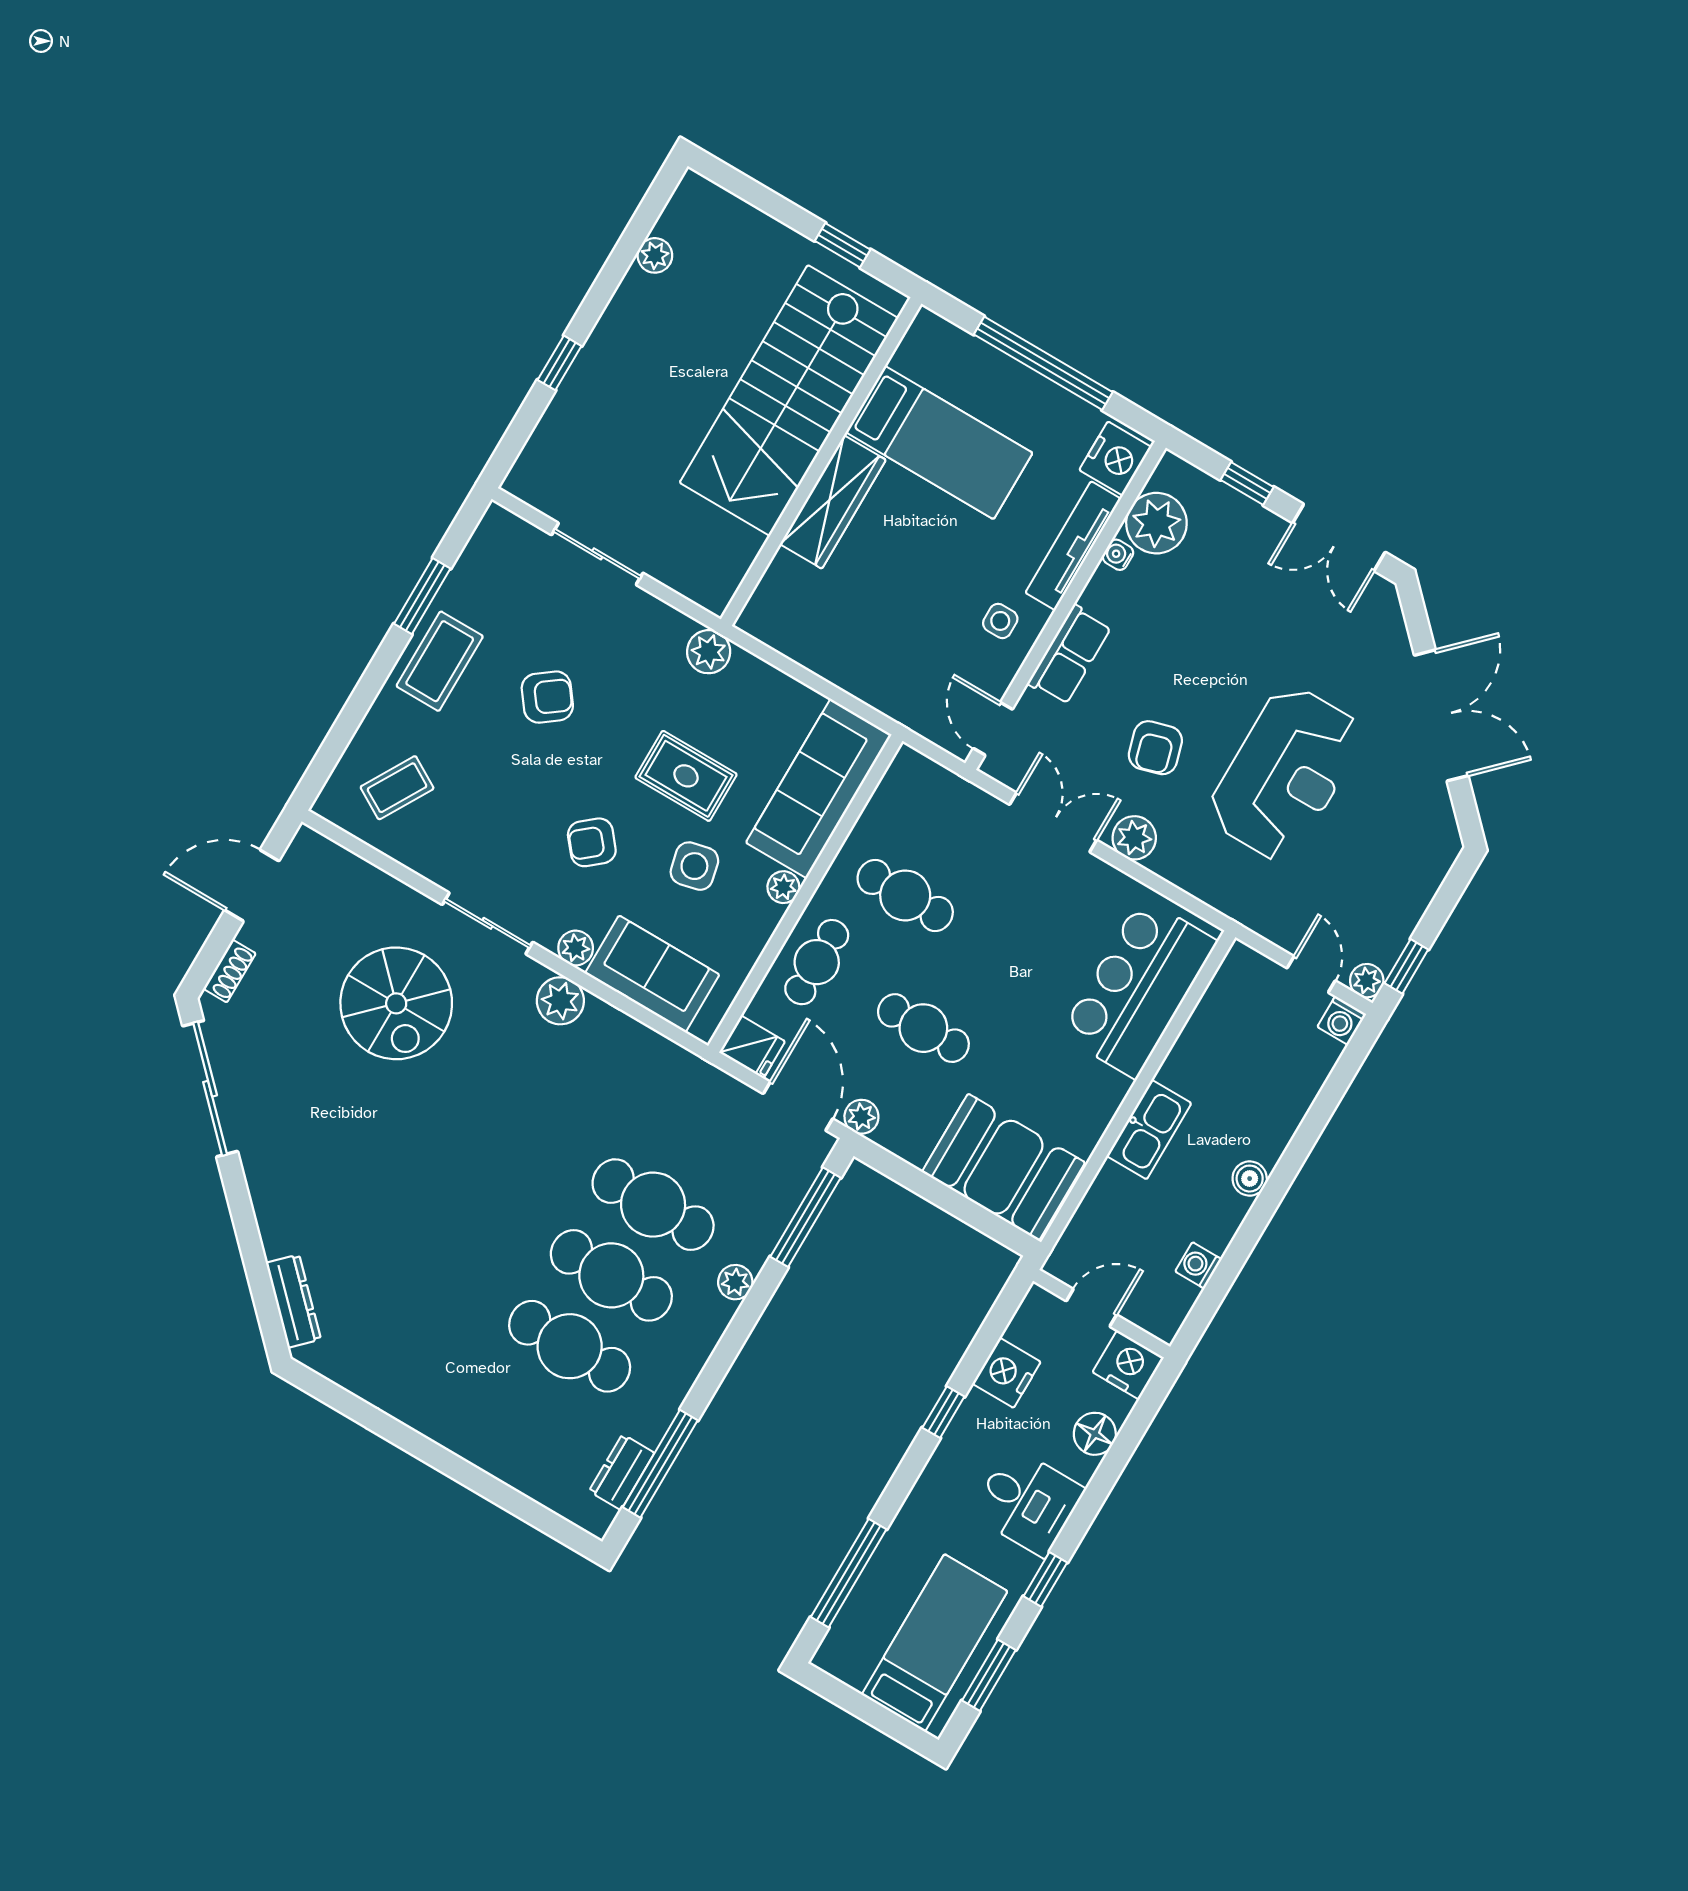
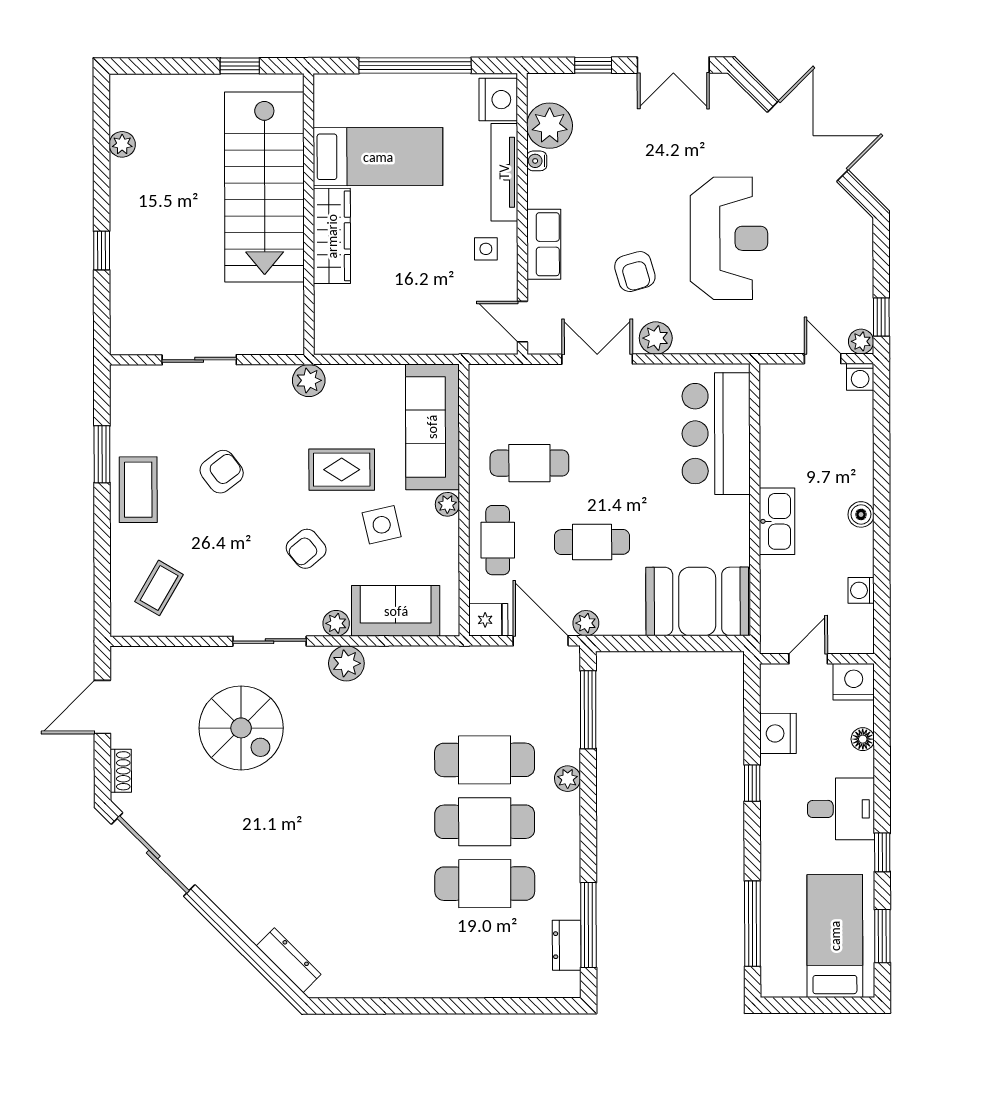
floor lamp: (1095, 1434) -> (863, 739), width x0.73, depth x0.73

